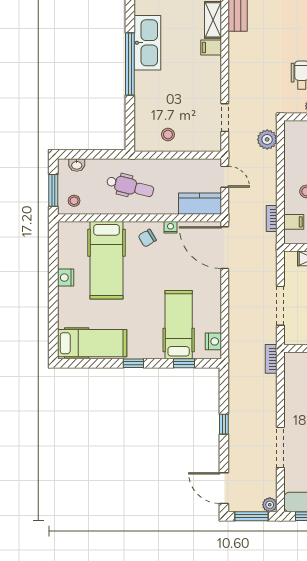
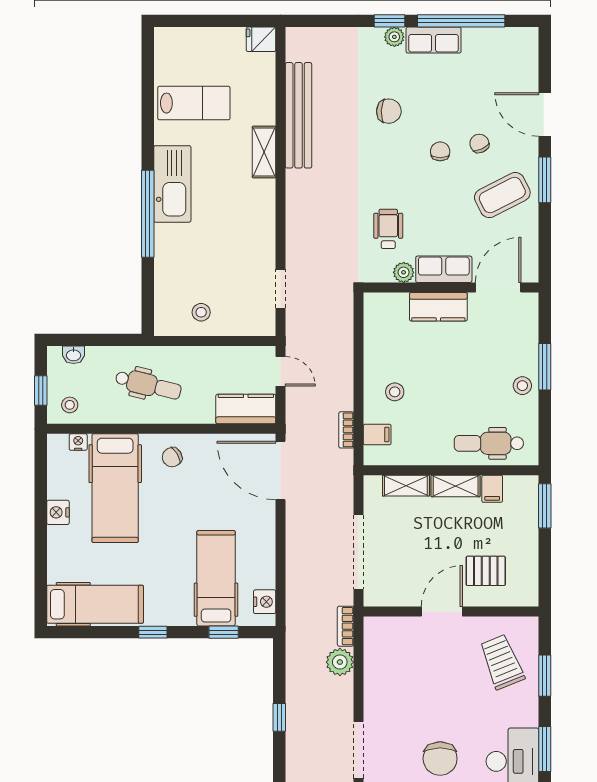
filing cabinet: (211, 47) -> (261, 191), removed
plant: (267, 139) -> (340, 662), moved
window: (53, 190) -> (41, 390), width x0.67
nightstand: (170, 227) -> (78, 442), moved
doorway: (280, 306) -> (358, 552), width x1.36

